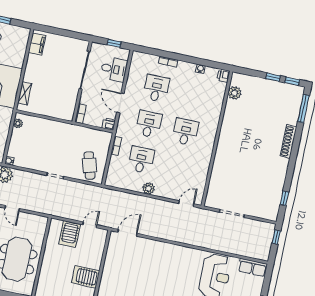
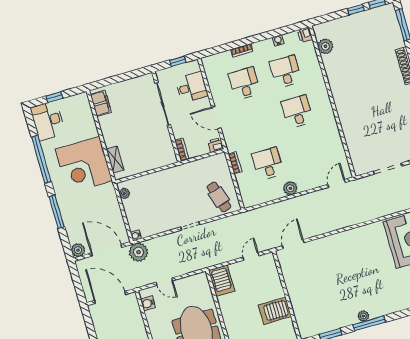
desk: (149, 124) -> (285, 72), moved
server rack: (70, 234) -> (222, 281), moved

